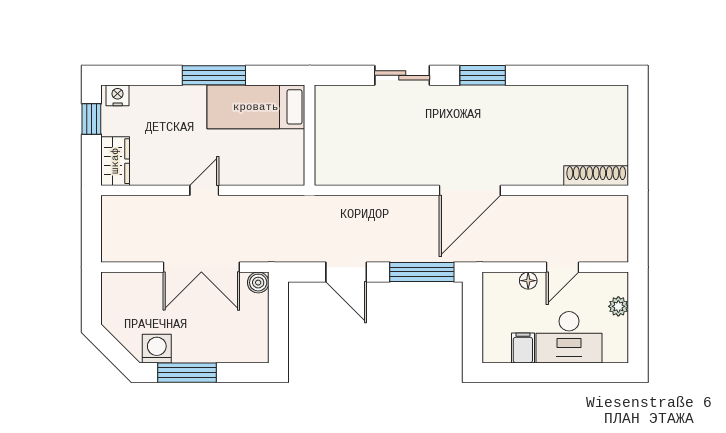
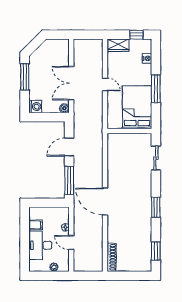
sliding door: (402, 75) -> (156, 158), moved
window: (582, 75) -> (156, 251), added
nightstand: (118, 95) -> (147, 58), moved
bed: (256, 107) -> (137, 107), width x1.50
washing machine: (157, 349) -> (35, 107), moved

